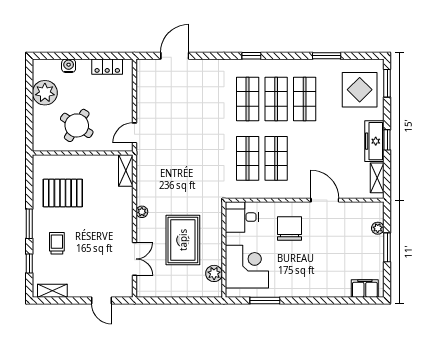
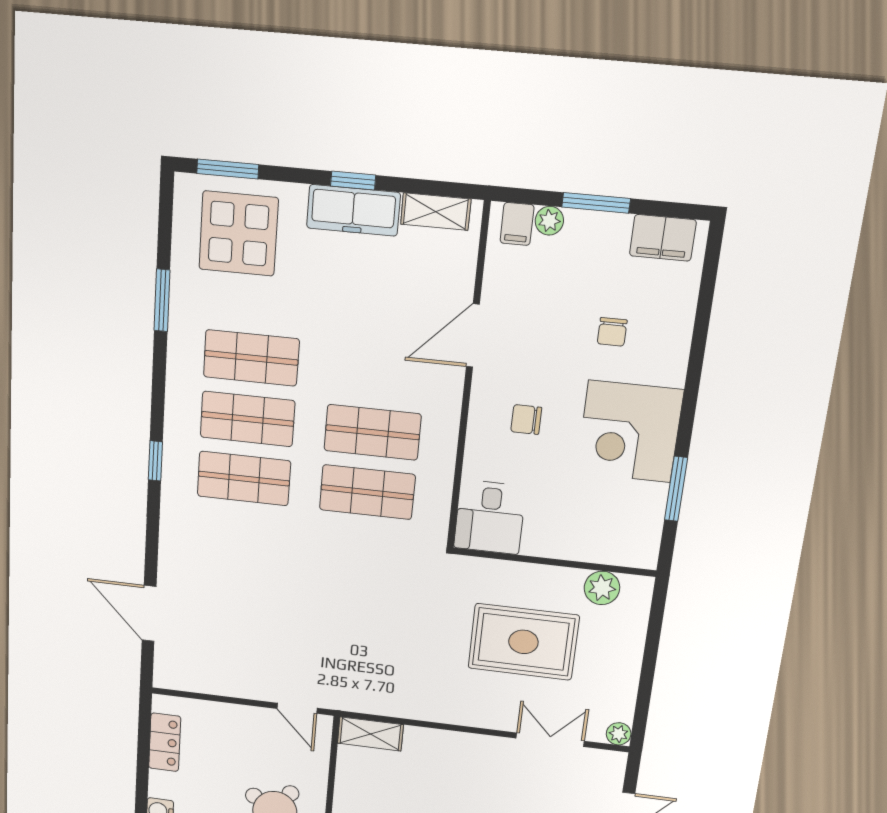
plant: (142, 212) -> (619, 734), moved
filing cabinet: (375, 214) -> (517, 224), added
chair: (290, 229) -> (526, 419), width x0.54, depth x0.54
chair: (333, 262) -> (612, 332), added
corner desk: (247, 267) -> (630, 432), moved, turned -90
filing cabinet: (365, 288) -> (663, 238), moved, turned -90

